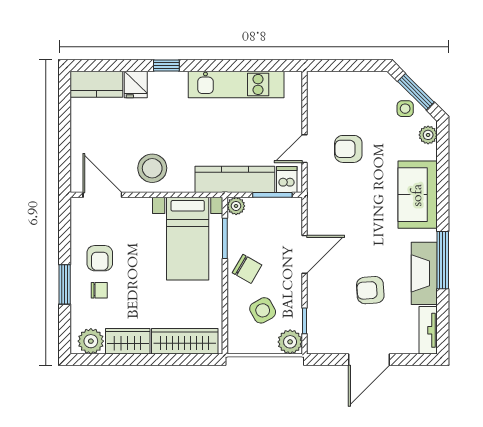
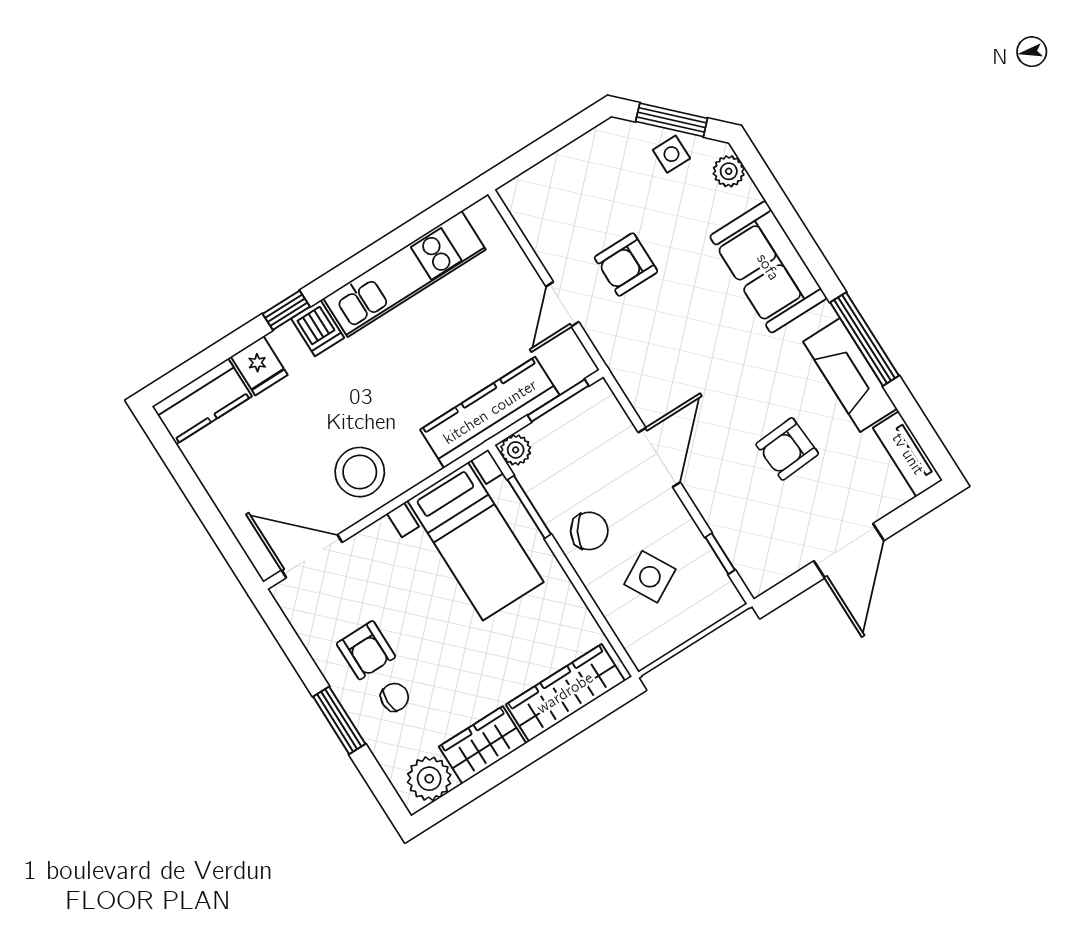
dishwasher: (287, 180) -> (318, 328), moved, turned 180
plant: (290, 342) -> (718, 597), removed

